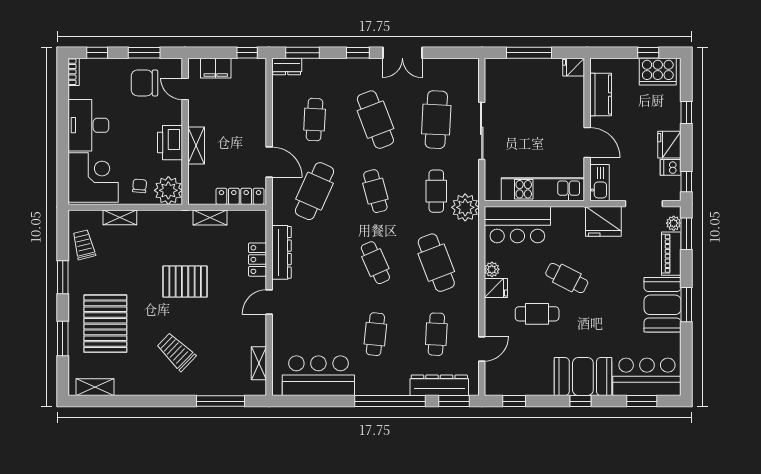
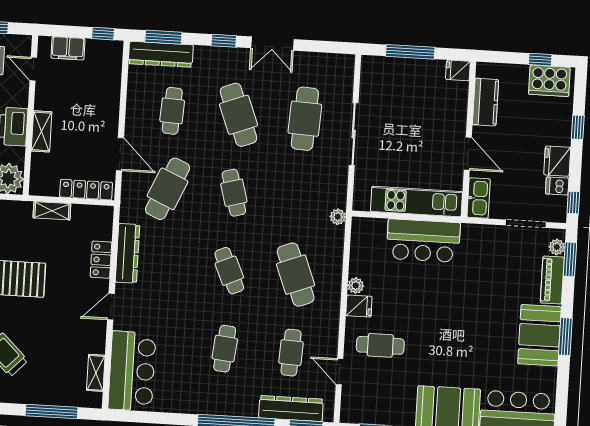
dresser: (287, 66) -> (161, 54), width x1.96, depth x1.24
cafe table: (436, 191) -> (300, 197), removed
plant: (465, 207) -> (338, 217), width x0.53, depth x0.53
fridge: (603, 221) -> (480, 240), removed
bar counter: (517, 225) -> (423, 241), moved
cafe table: (567, 278) -> (437, 300), removed
cafe table: (537, 314) -> (380, 345), moved
door: (482, 349) -> (340, 372), swing flipped
bar counter: (318, 376) -> (132, 371), moved, turned 90

